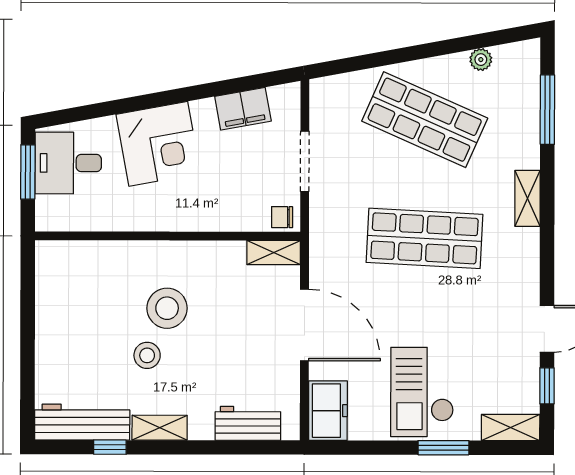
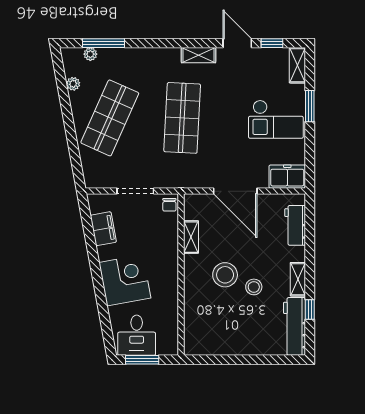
plant: (529, 88) -> (90, 54), added
shelving: (528, 198) -> (198, 55), moved
shelving: (274, 253) -> (191, 237), moved
door: (304, 325) -> (235, 191), swing flipped

